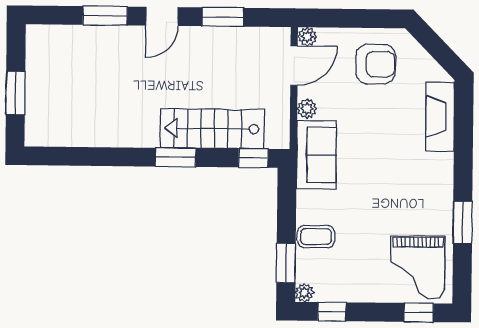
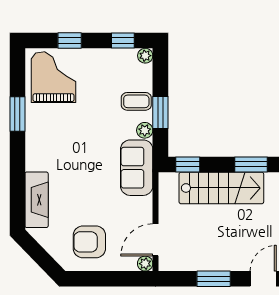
plant: (307, 109) -> (145, 130), moved
window: (286, 263) -> (160, 112), moved
window: (419, 313) -> (70, 41), moved

